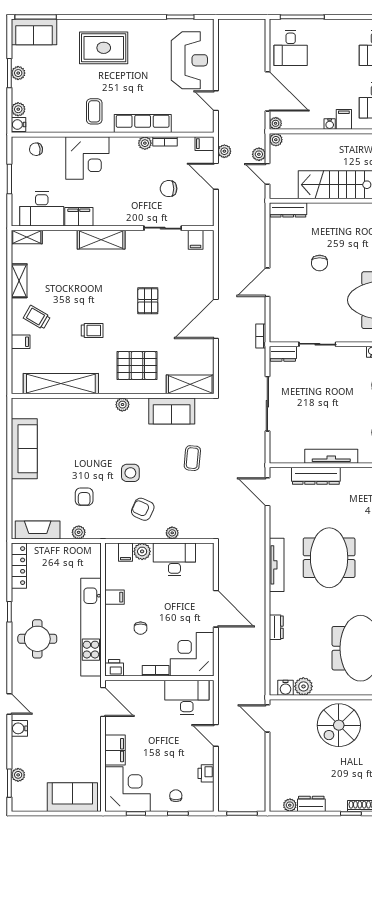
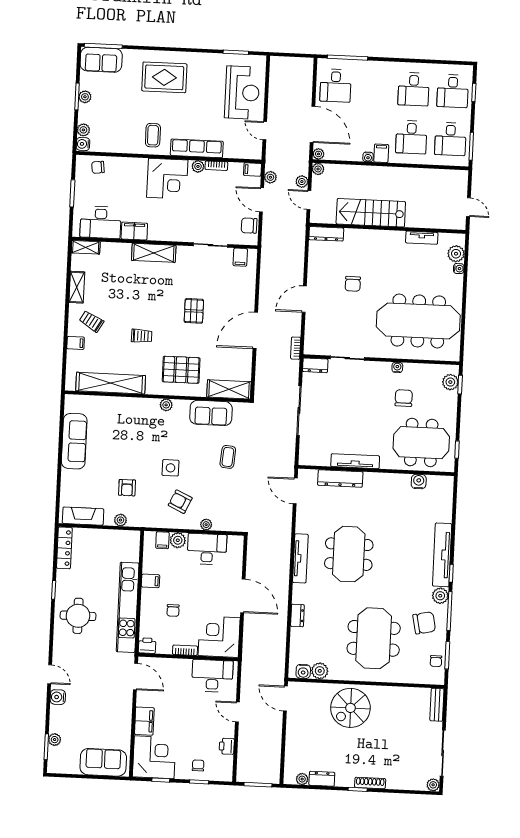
corner desk: (87, 158) -> (167, 179), moved
chair: (169, 189) -> (249, 226), moved

